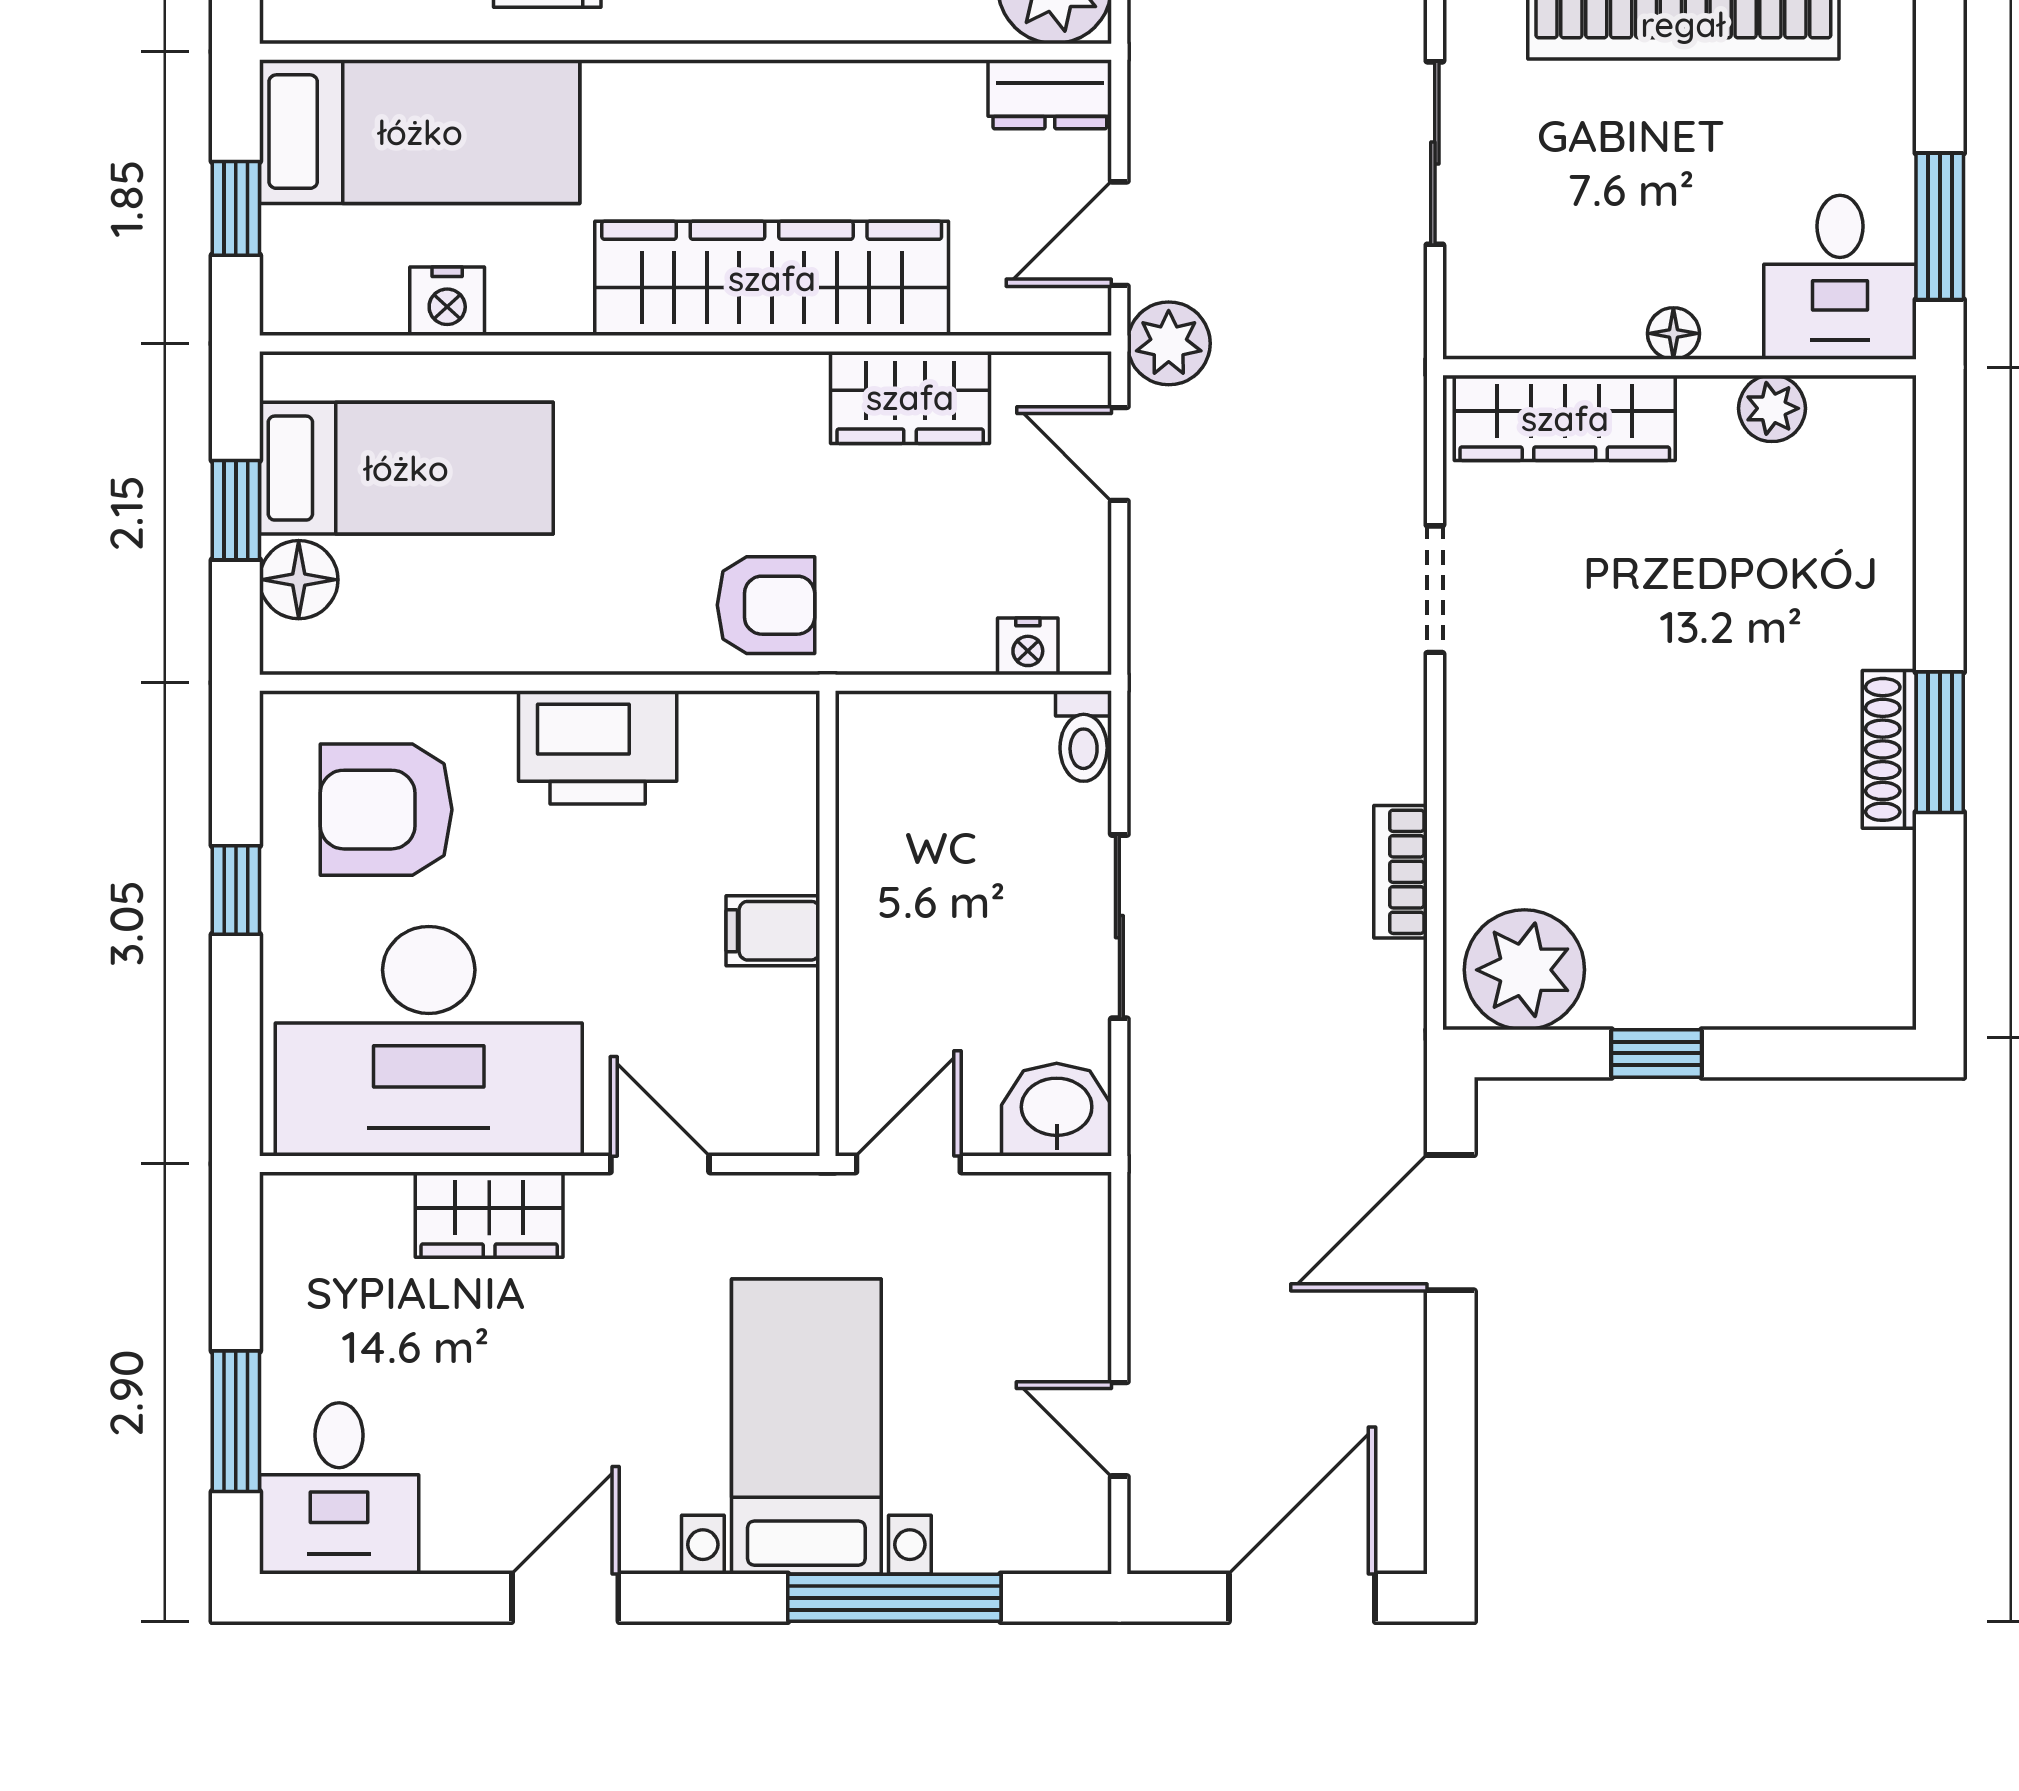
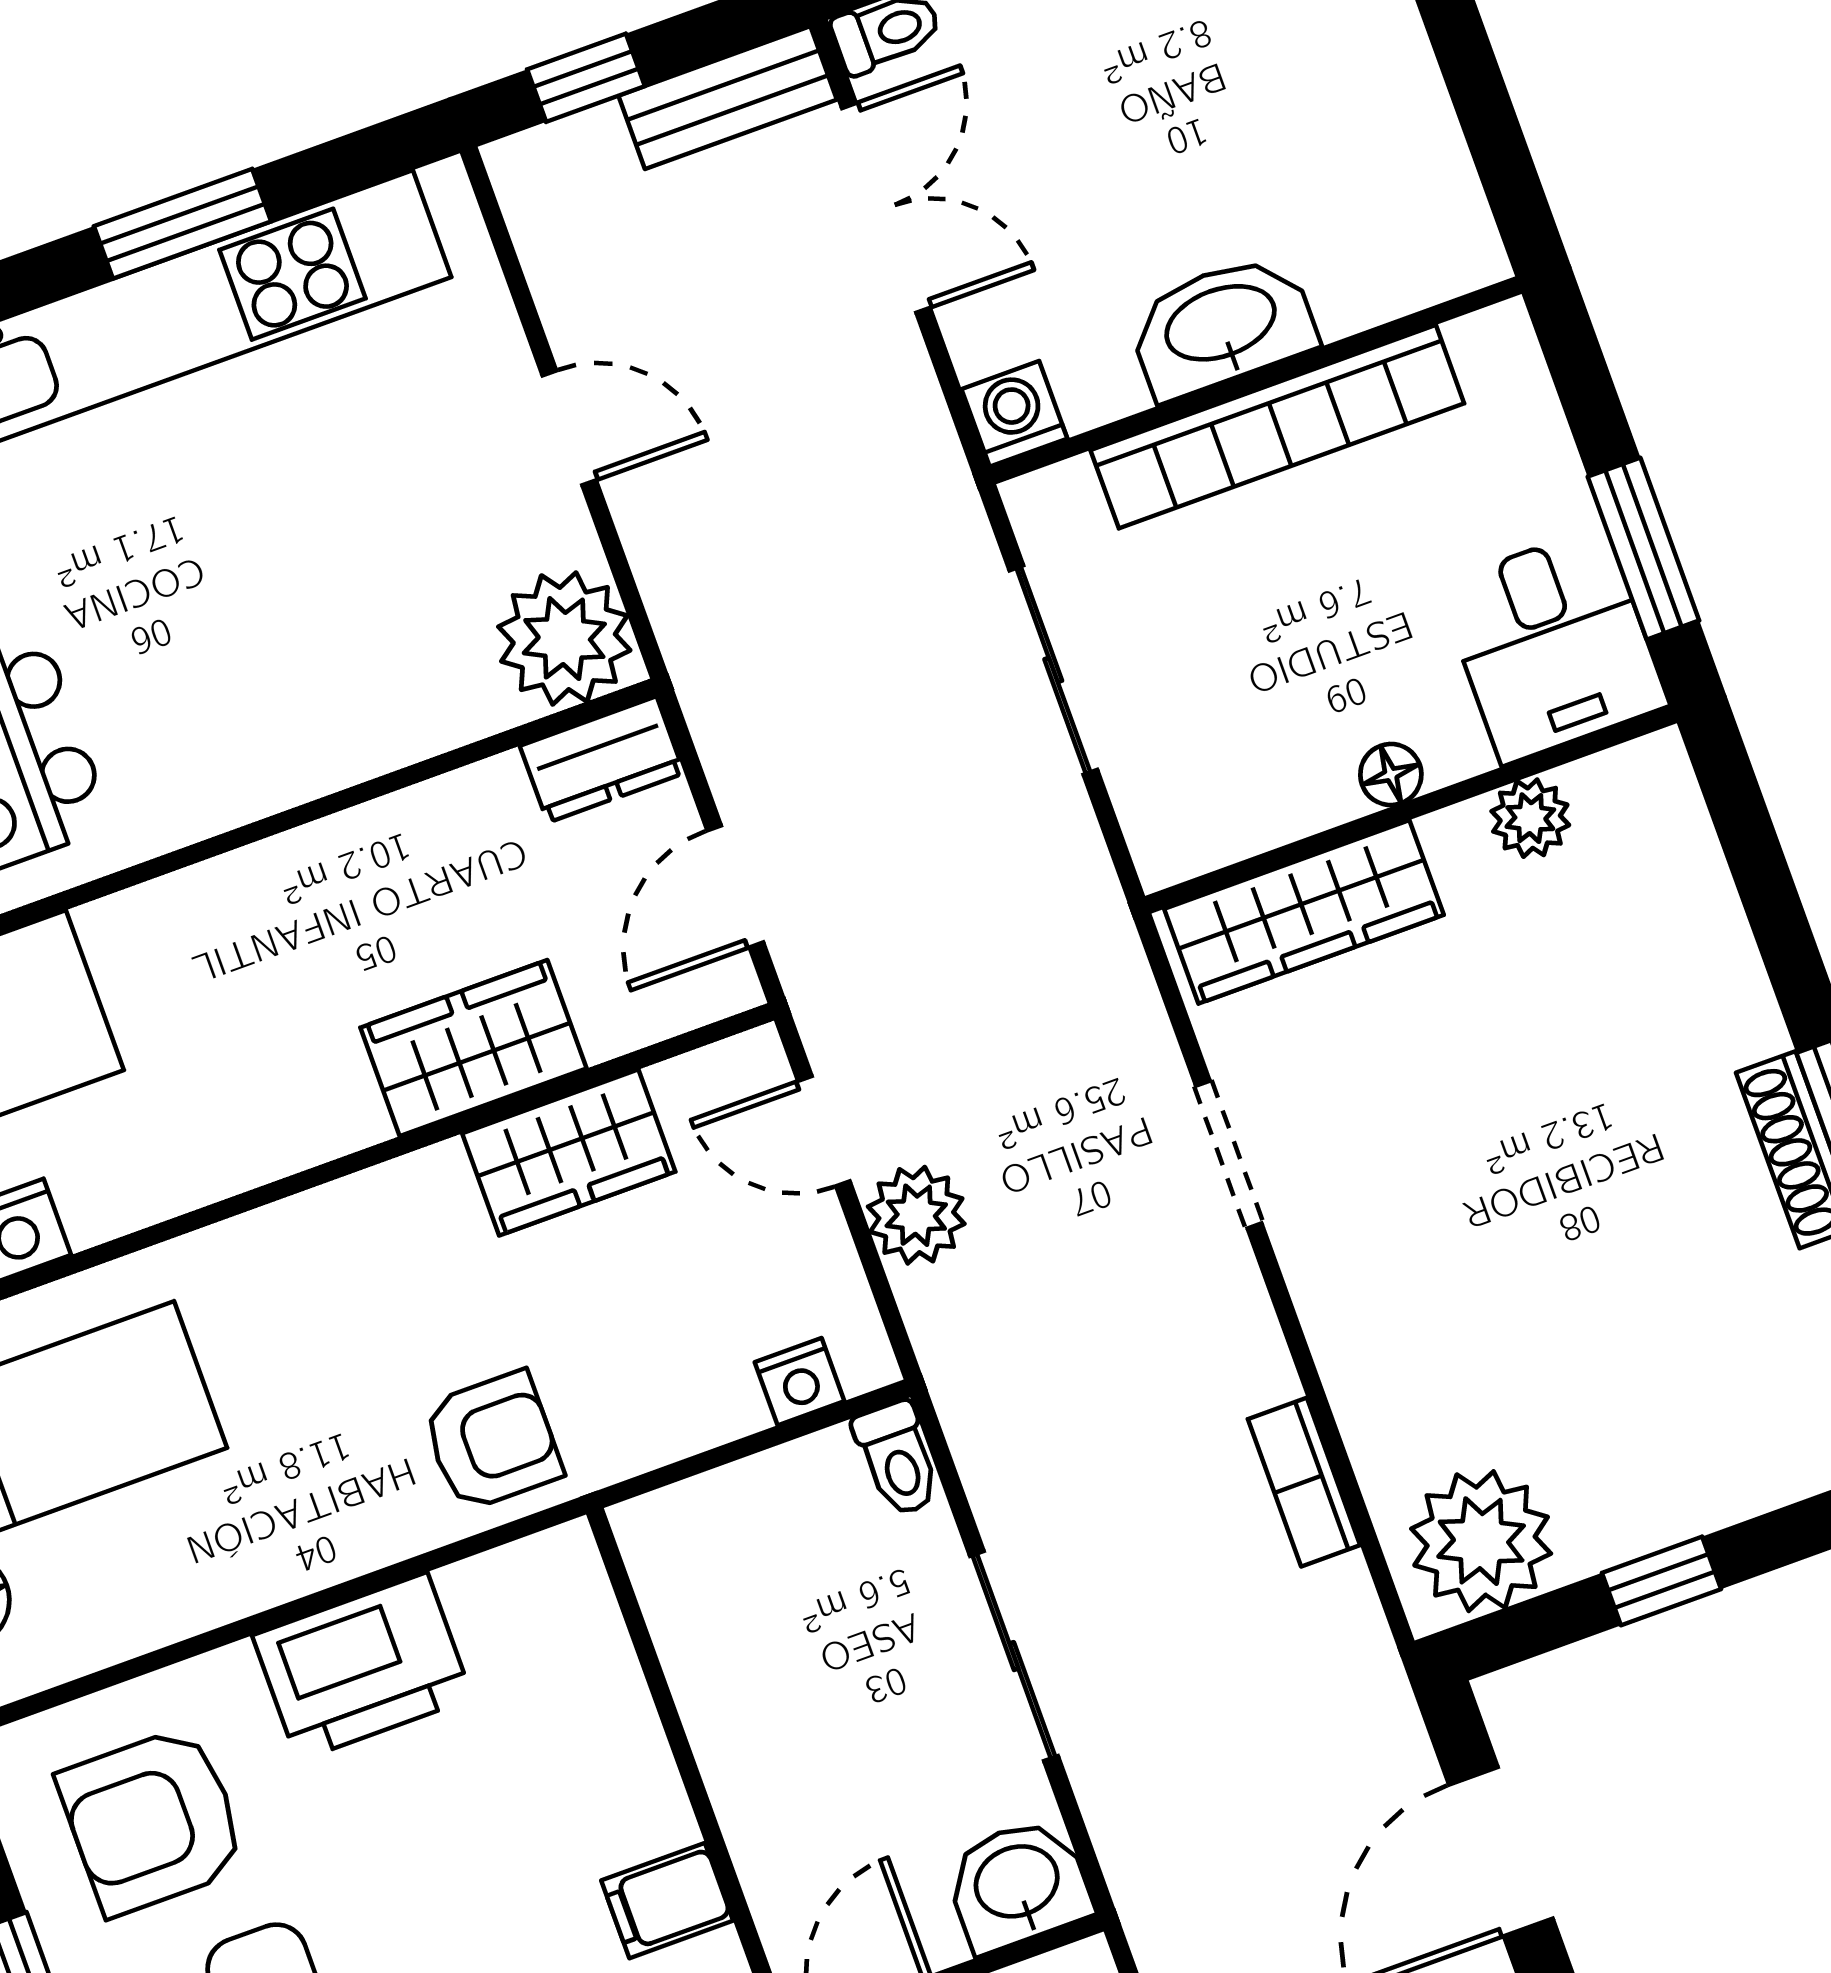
wardrobe: (772, 278) -> (473, 1048), width x0.48, depth x0.85
plant: (1169, 343) -> (916, 1215), moved
filing cabinet: (773, 931) -> (667, 1901), moved

